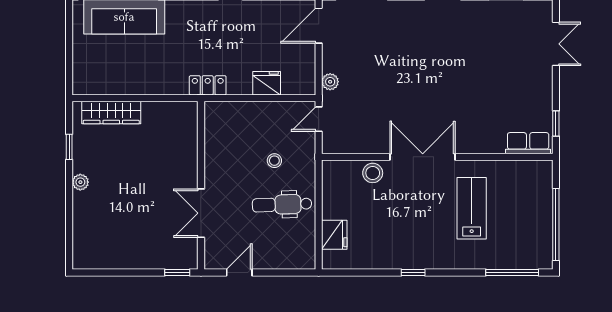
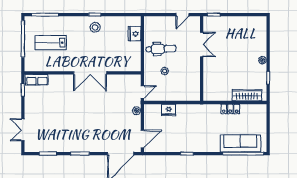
locker: (208, 85) -> (230, 109), moved
stool: (373, 173) -> (95, 27), moved
lab bench: (472, 208) -> (51, 43), moved, turned 90

